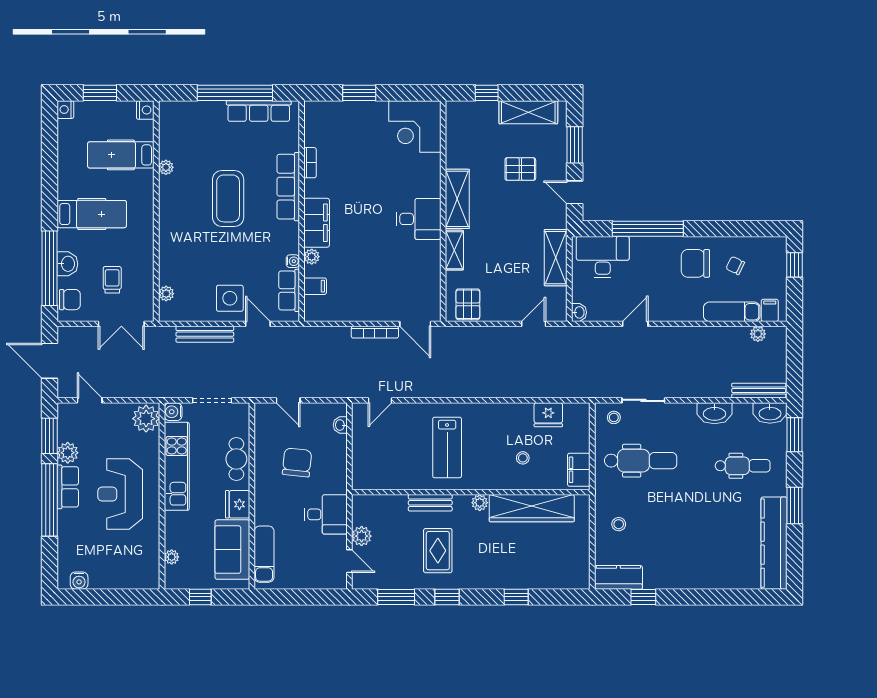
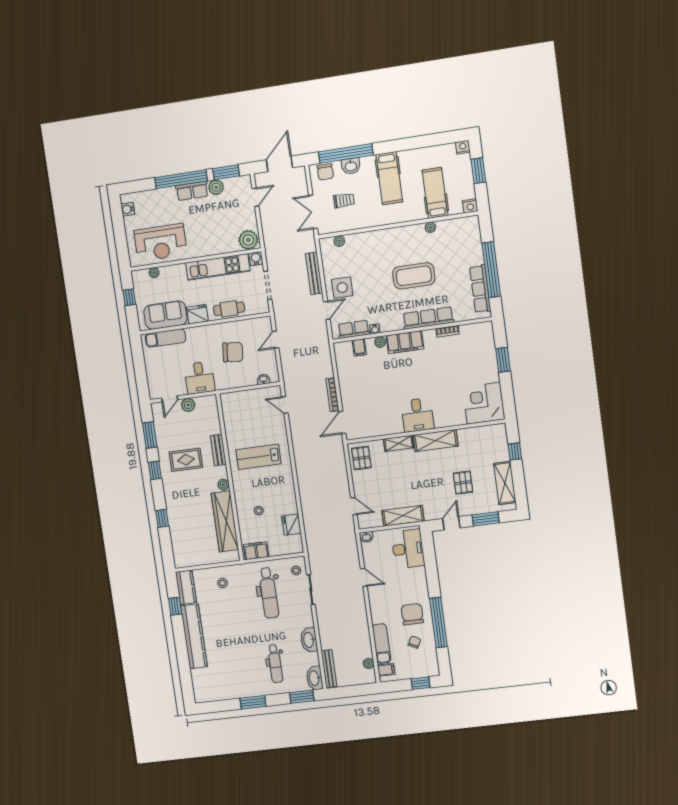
window: (648, 229) -> (438, 623), moved
pallet: (468, 304) -> (361, 458), turned 90
reception desk: (120, 494) -> (161, 243), moved, turned 180
kitchen counter: (774, 543) -> (194, 636), moved, turned 90

